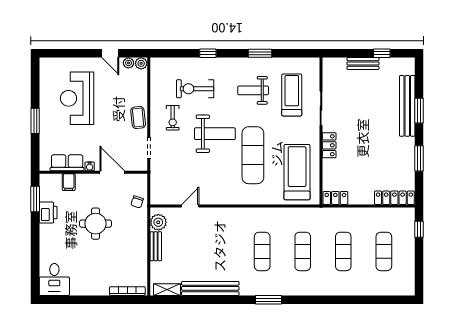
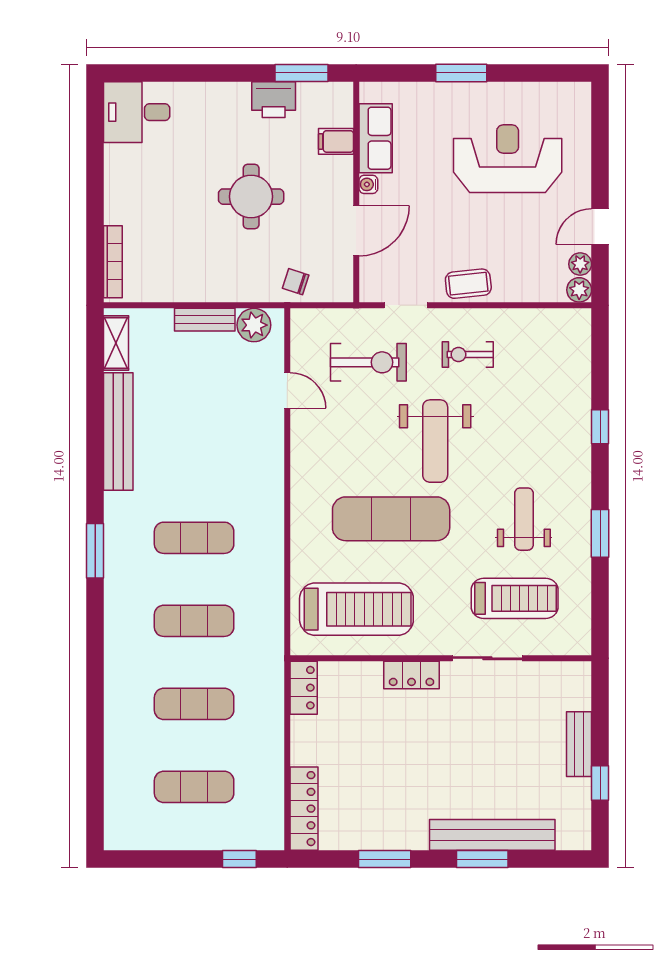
exercise bike: (195, 89) -> (368, 362), moved, turned 90

